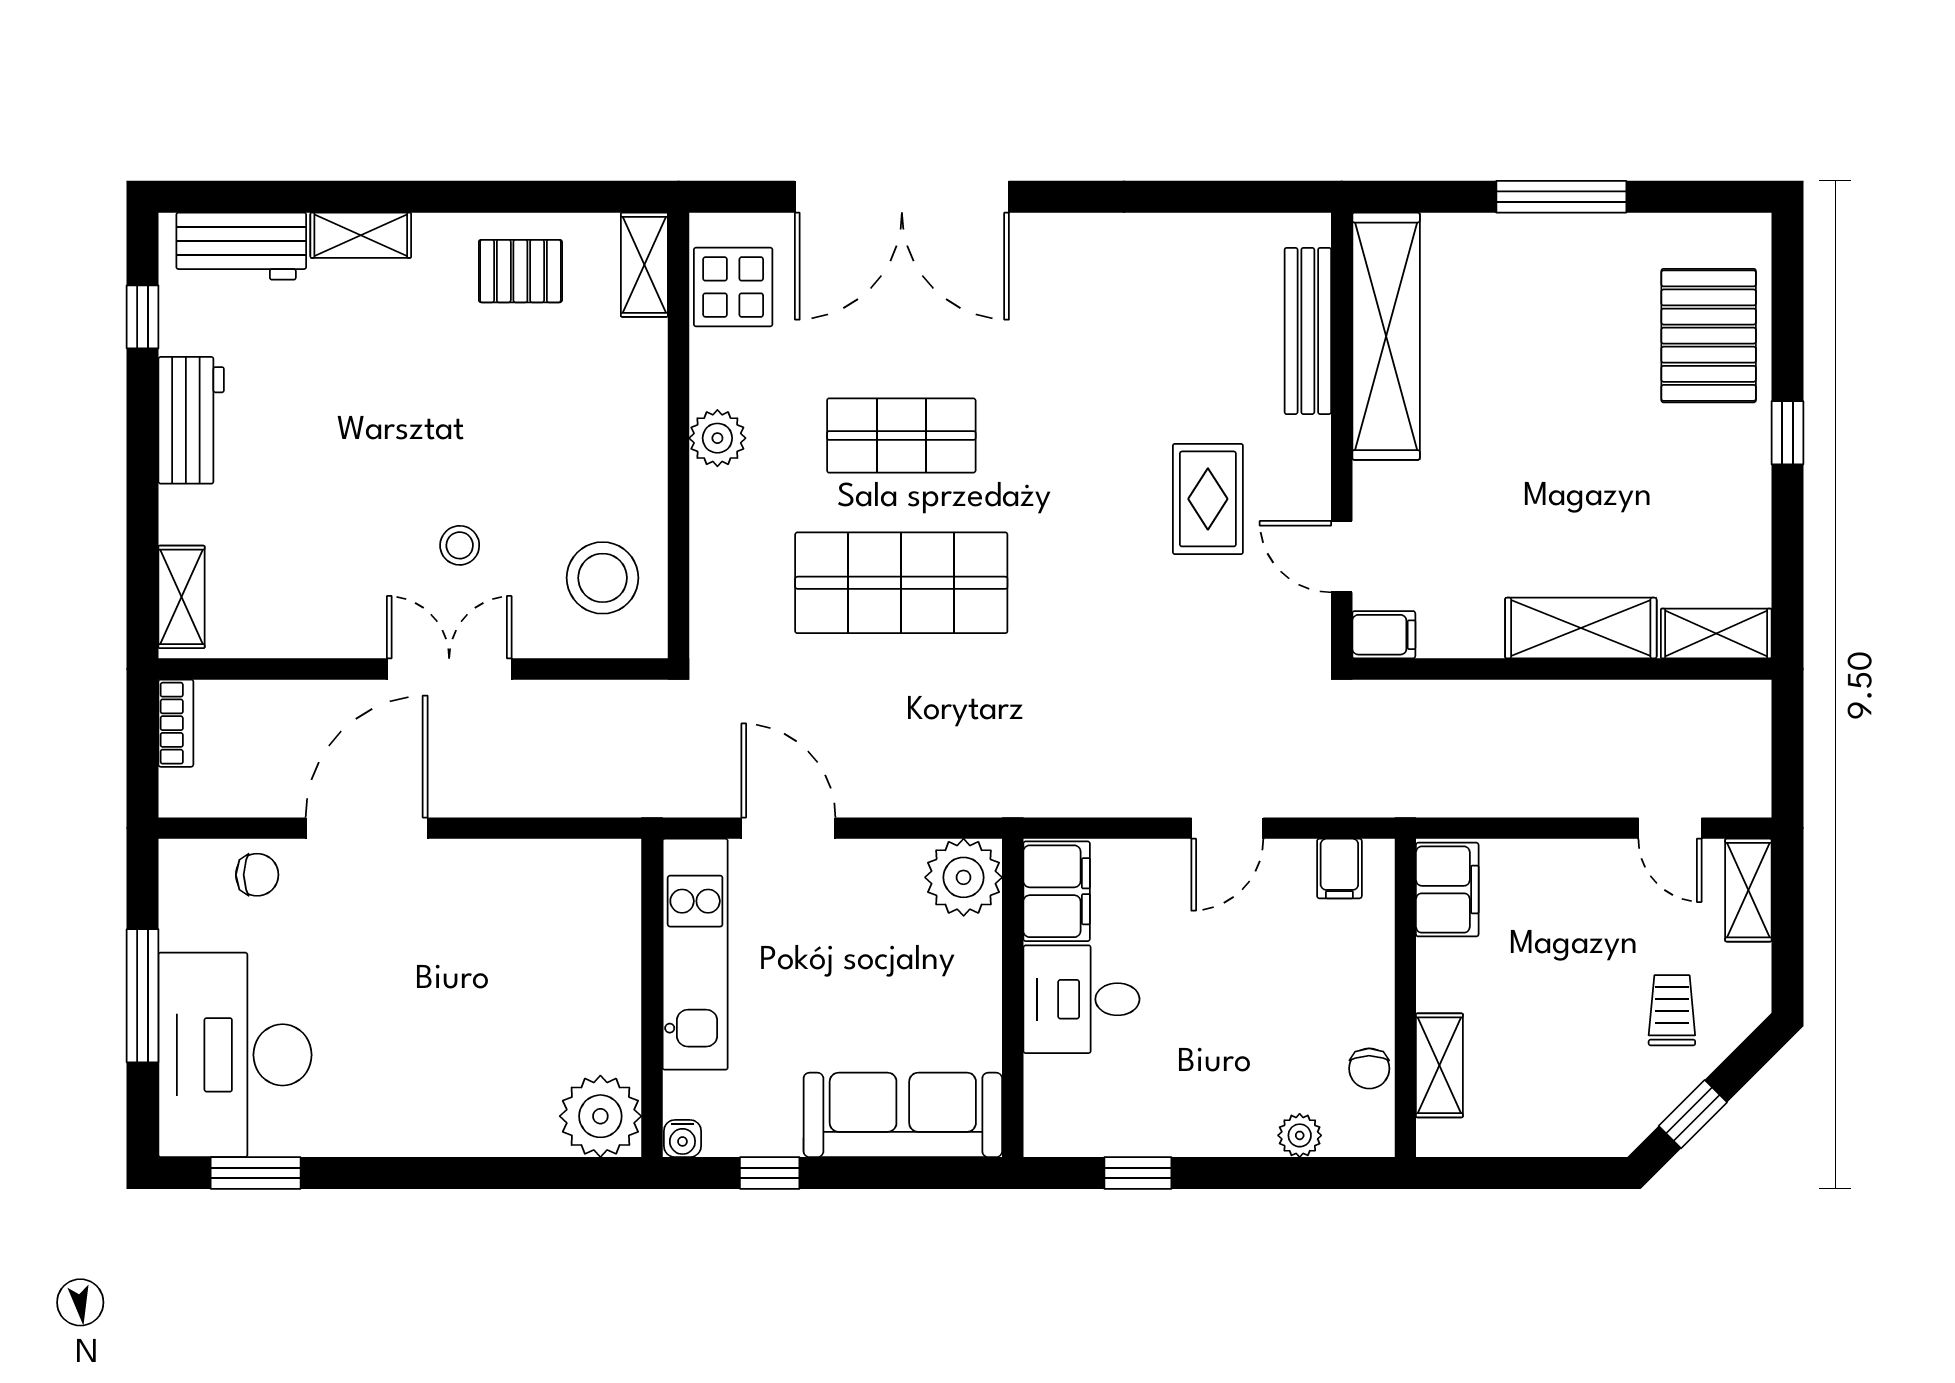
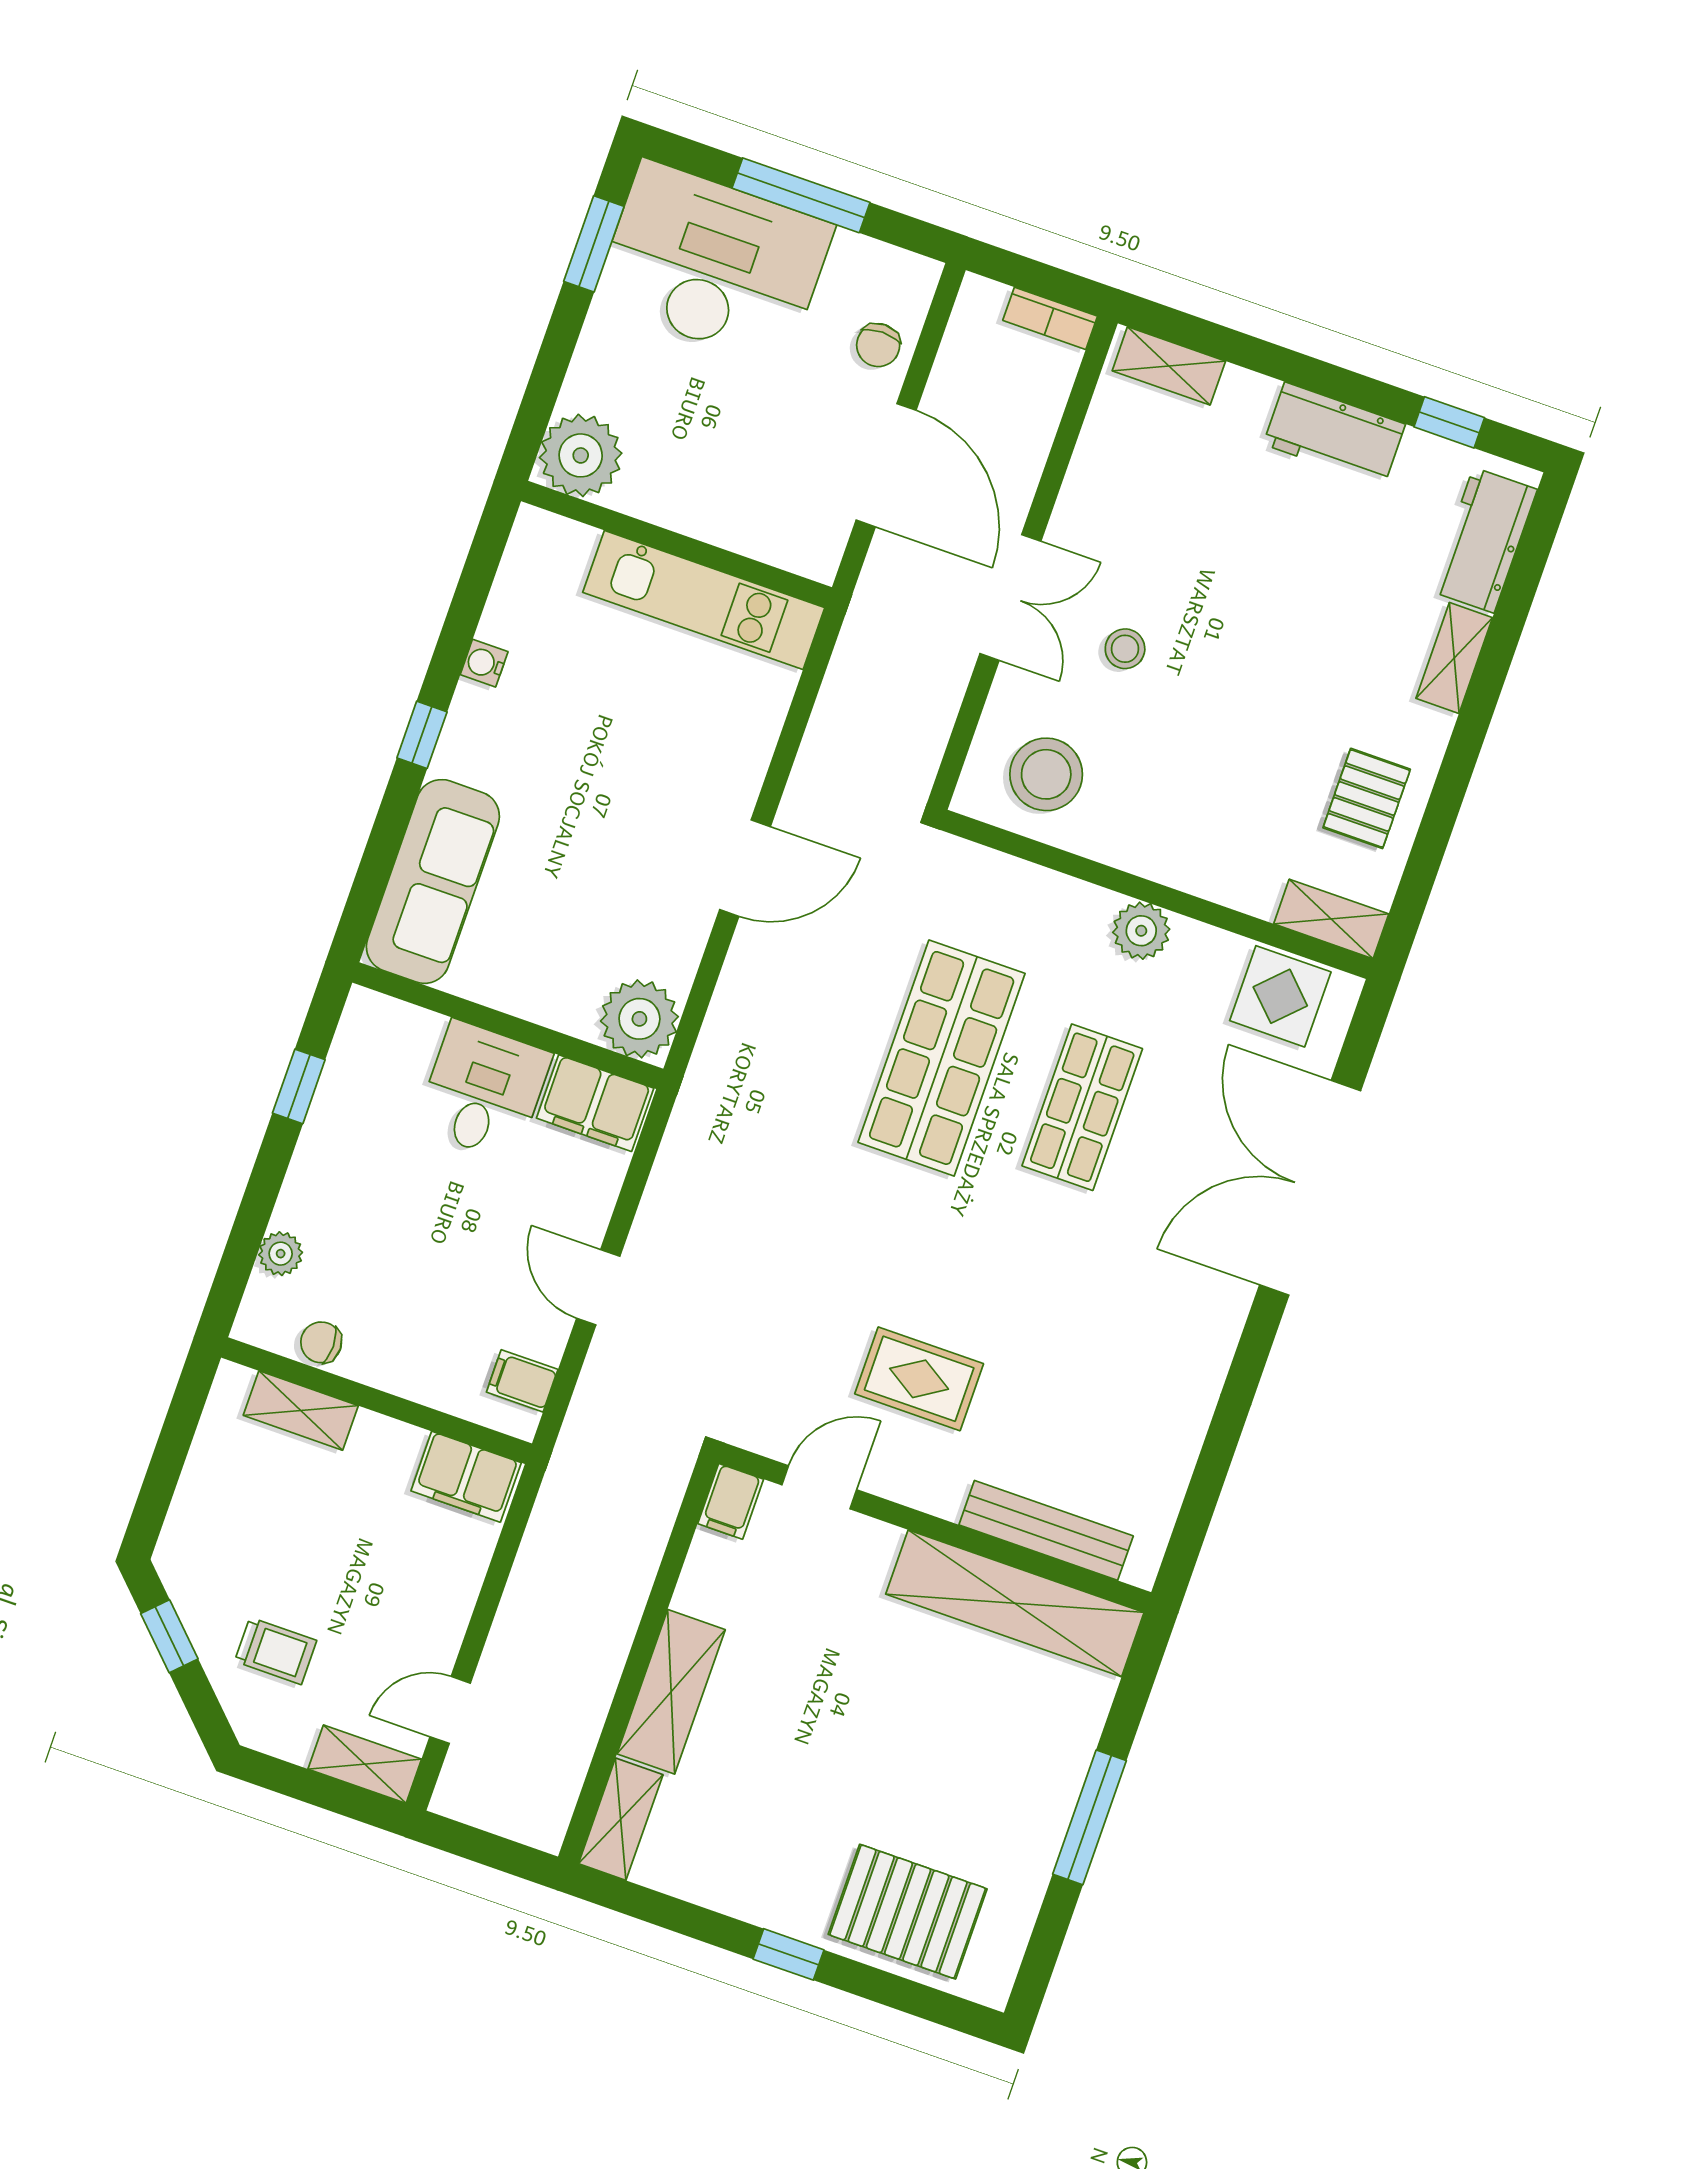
kitchen unit: (695, 954) -> (704, 600), moved
wall: (652, 998) -> (676, 544), moved
plant: (600, 1116) -> (581, 455), moved

